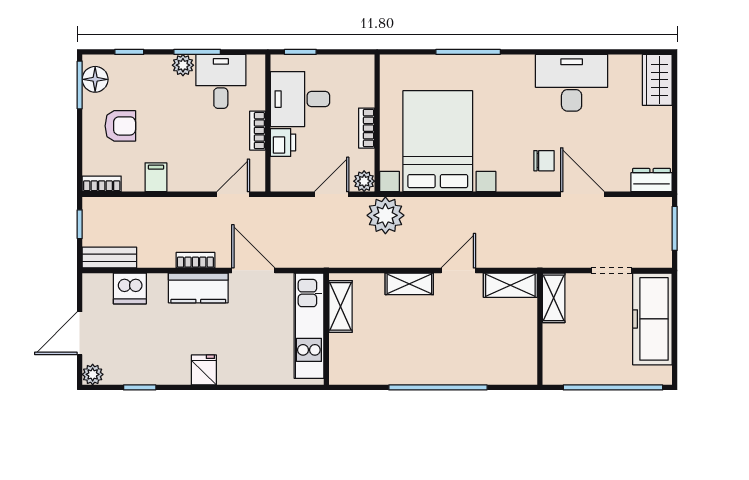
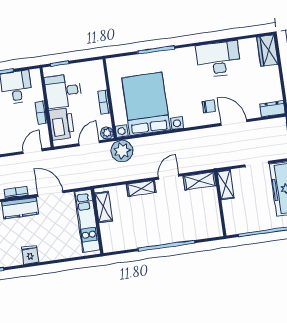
printer: (283, 142) -> (62, 124), width x1.87, depth x1.48

